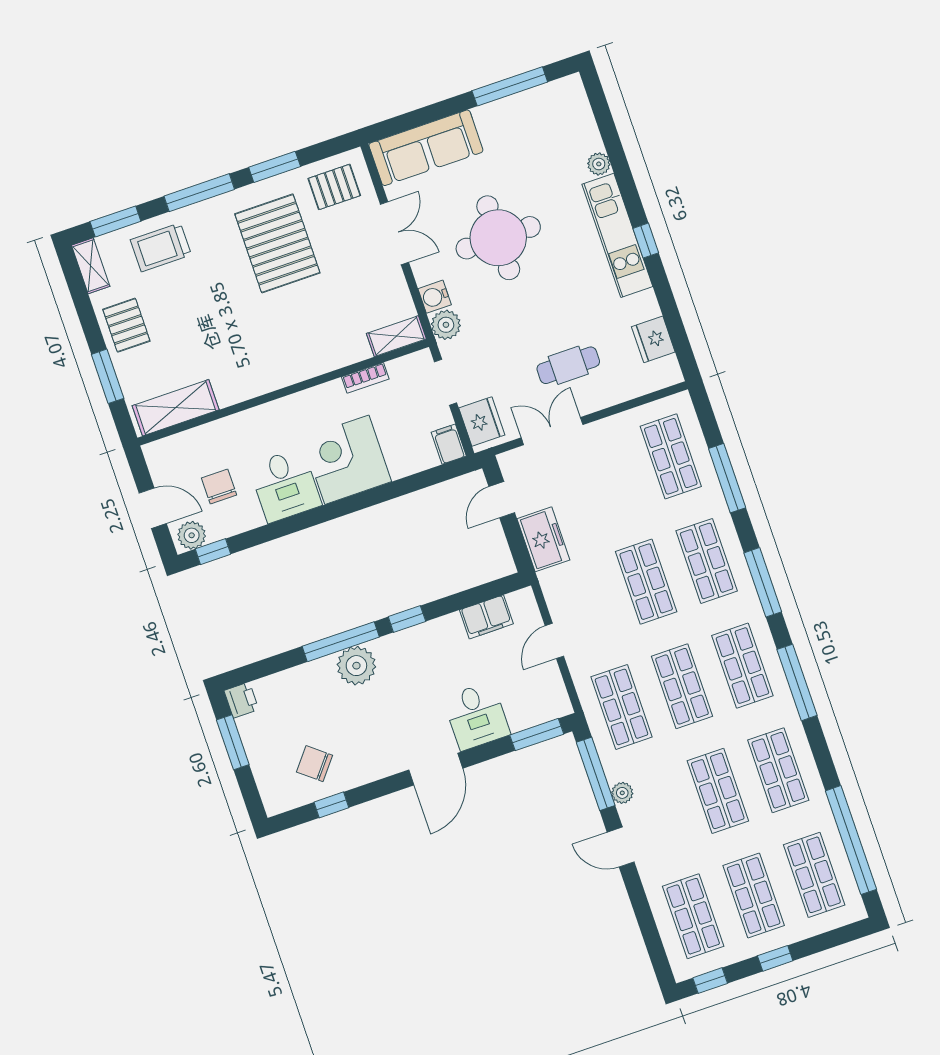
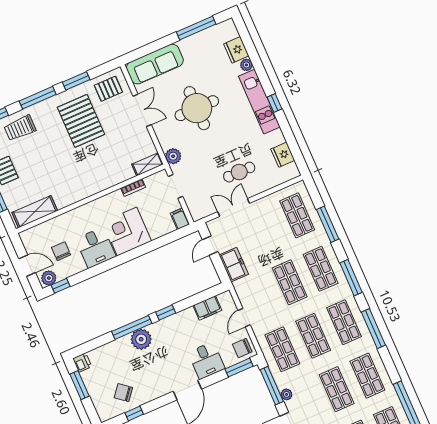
water cooler: (435, 297) -> (166, 142), removed
fridge: (482, 422) -> (236, 50), moved, turned 180
chair: (546, 698) -> (242, 348), added

